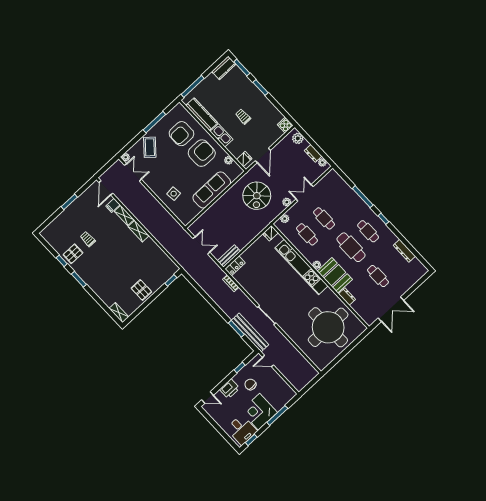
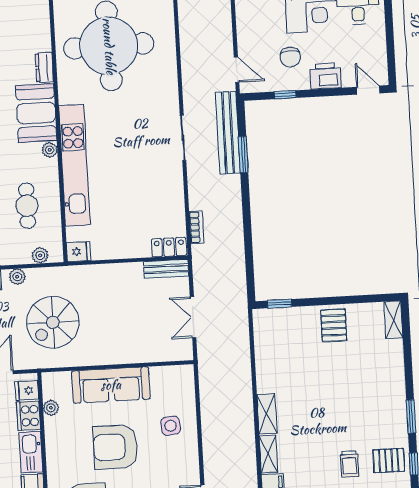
cooker: (235, 149) -> (28, 416), added
armchair: (202, 153) -> (115, 447), moved
spiral stairs: (257, 196) -> (53, 322), turned 180

